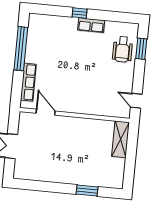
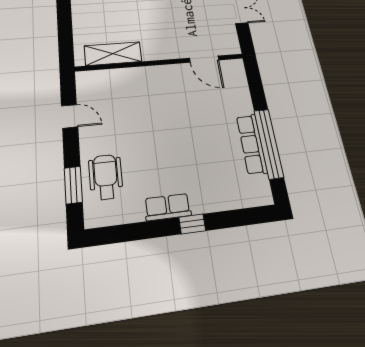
row of seats: (28, 82) -> (252, 144), moved
door: (136, 101) -> (70, 116), moved
shelving: (121, 139) -> (113, 54), moved, turned 90

